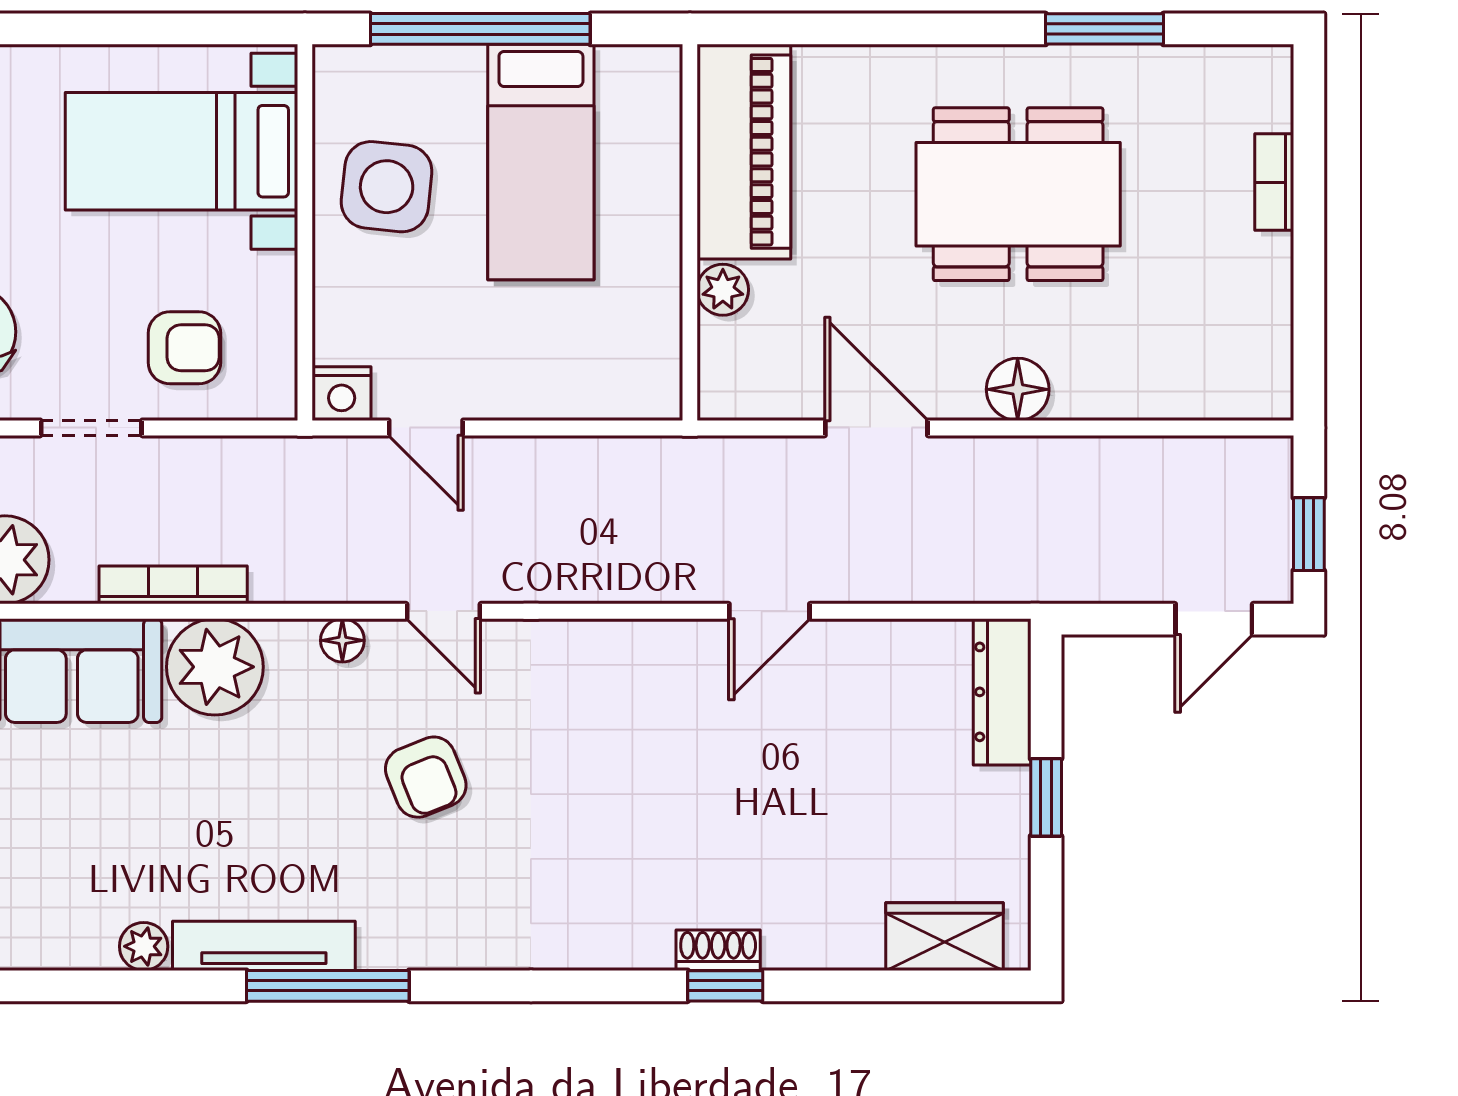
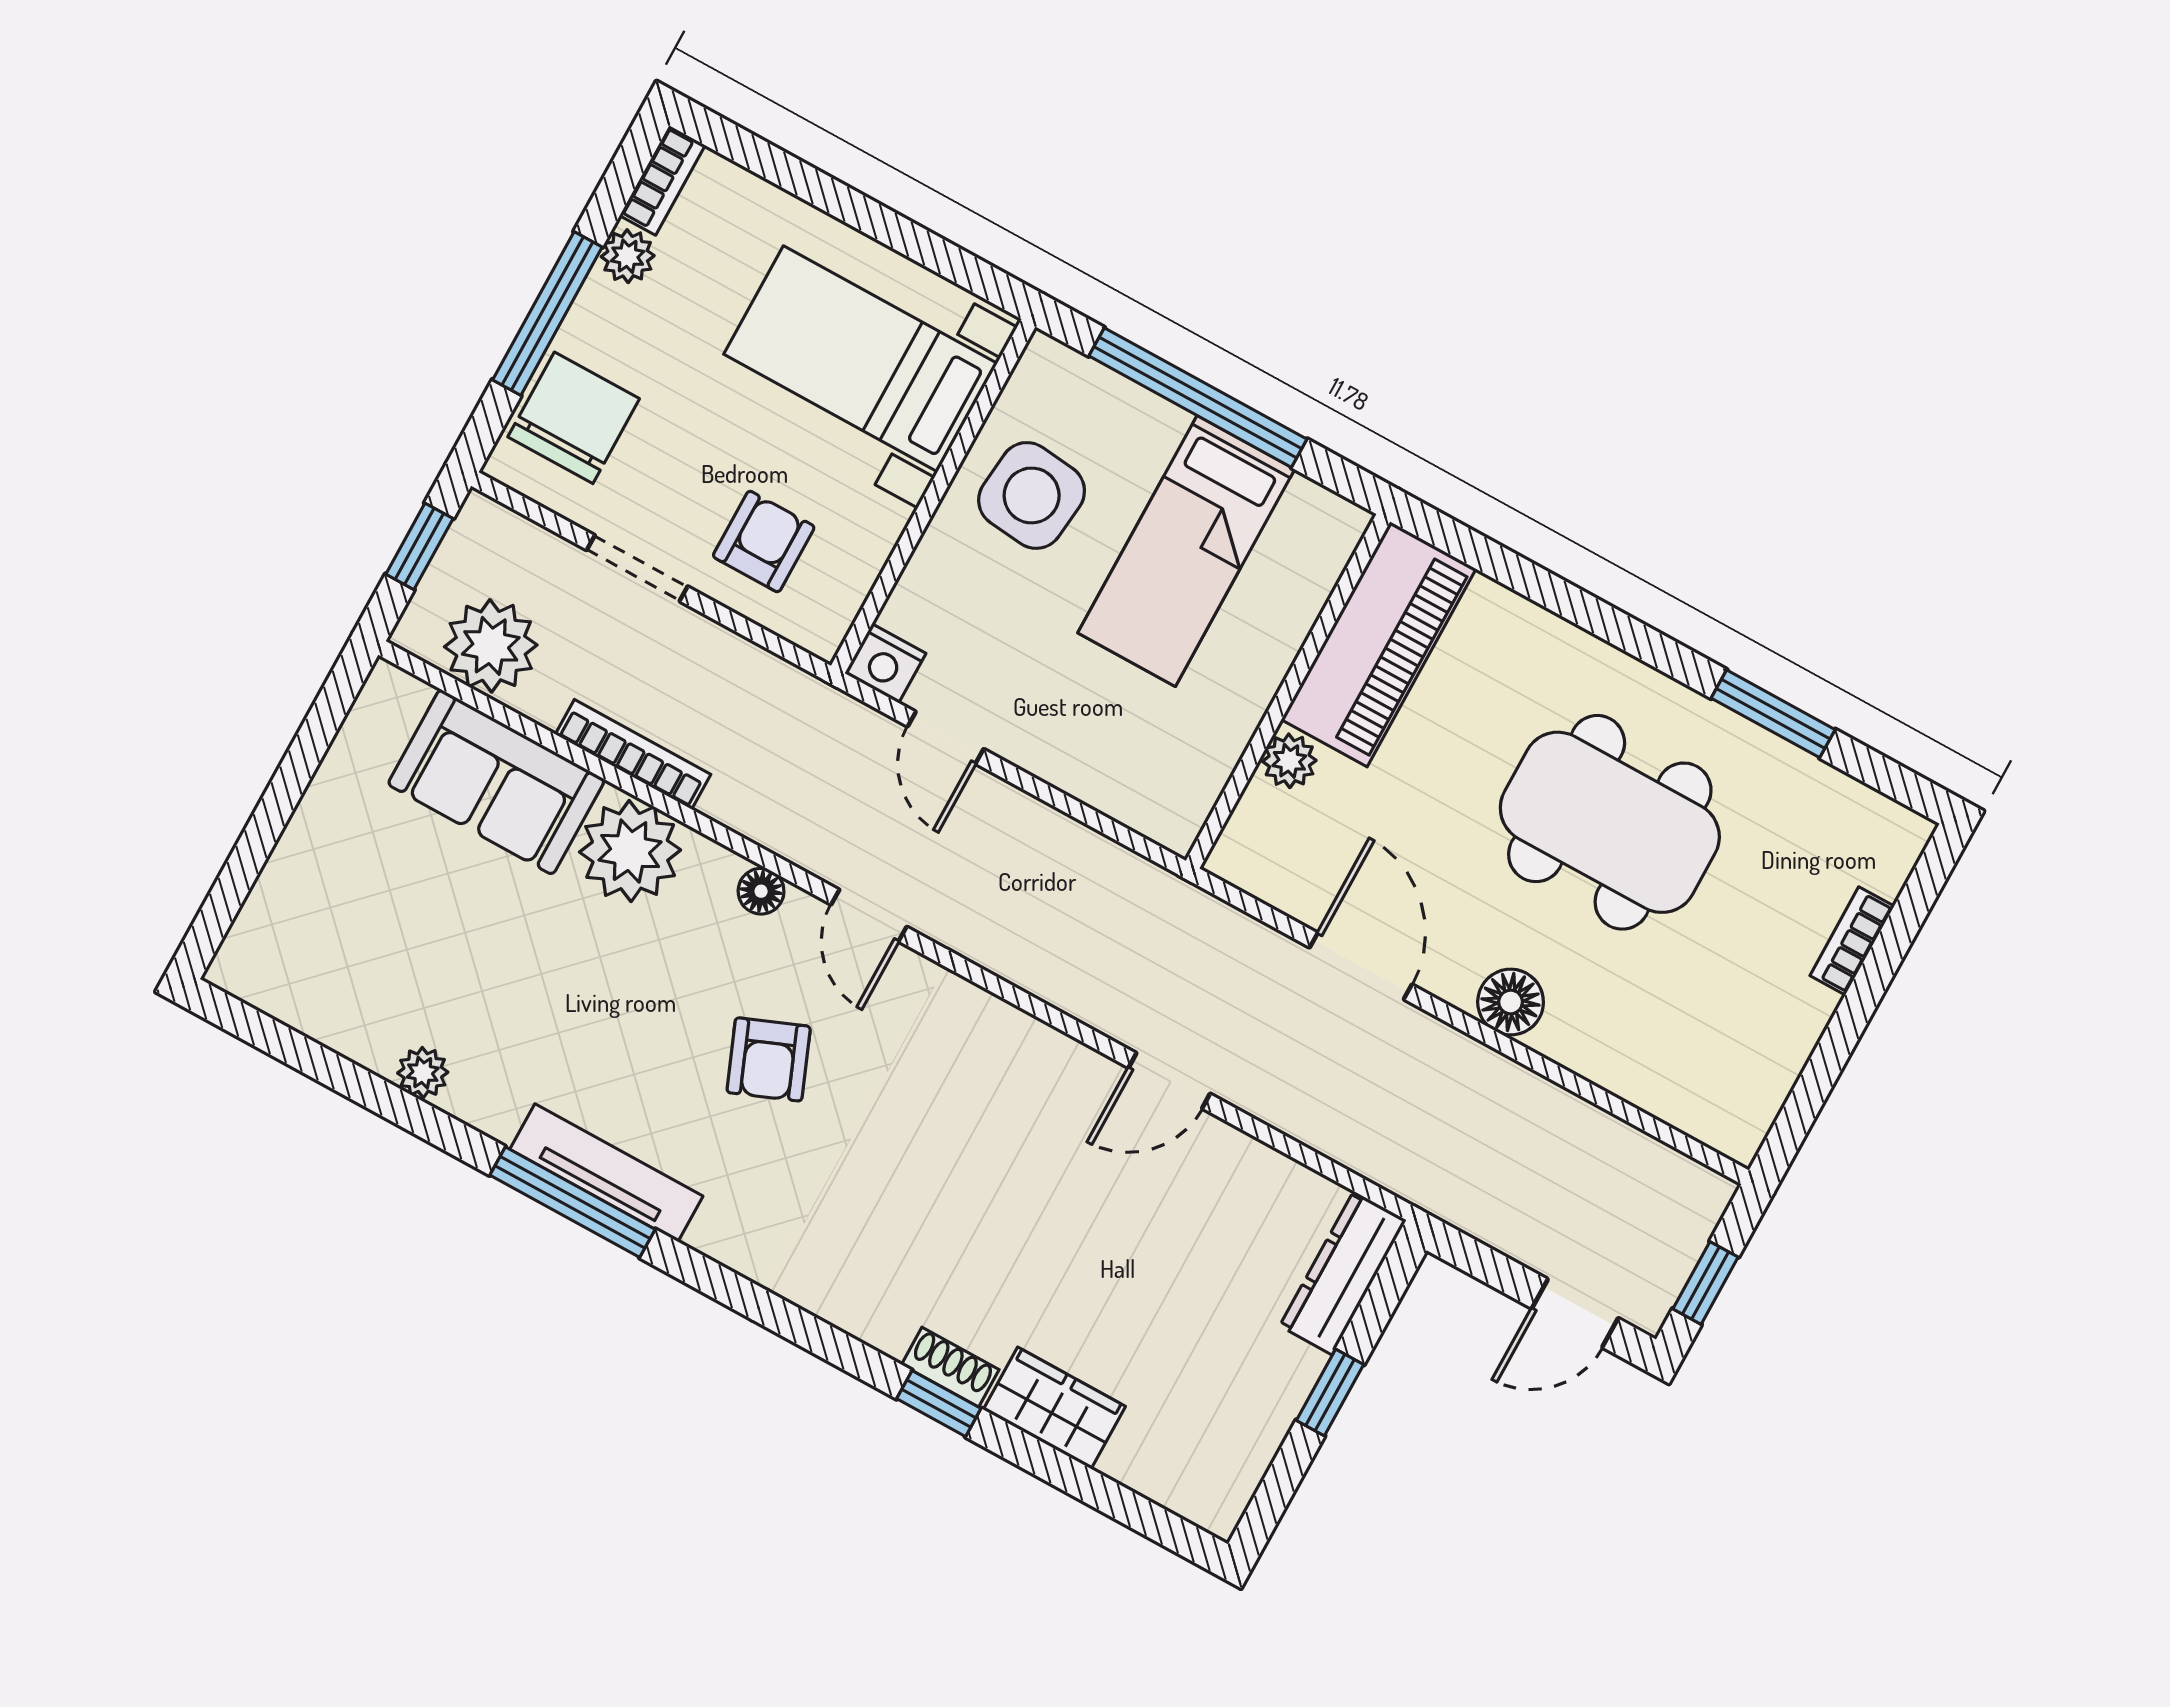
armchair: (184, 348) -> (764, 542), turned -90
wardrobe: (944, 937) -> (1054, 1408), moved
tv unit: (264, 946) -> (606, 1173), moved

